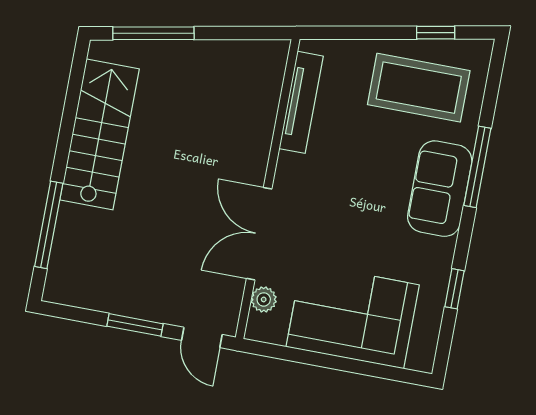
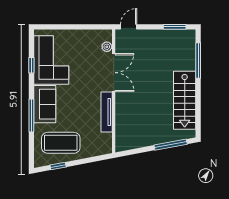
tv unit: (301, 102) -> (107, 112), moved
corner sofa: (353, 316) -> (51, 60), moved, turned -90
window: (135, 325) -> (175, 27), moved
door: (202, 337) -> (129, 27), hinge flipped

